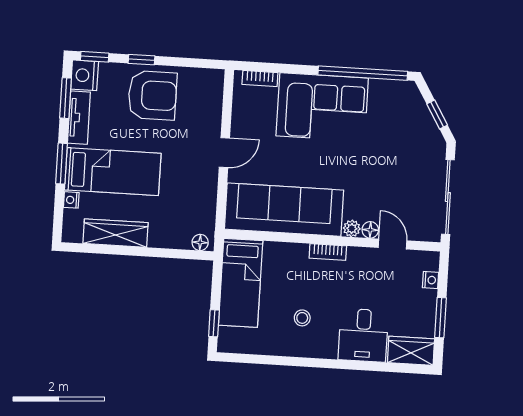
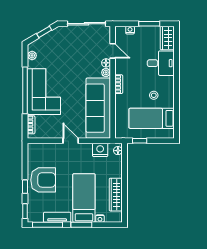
window: (363, 73) -> (25, 90), moved
nightstand: (85, 75) -> (100, 150), moved, turned 180
plant: (393, 88) -> (32, 55), added
armchair: (152, 95) -> (43, 180), turned 90
window: (66, 98) -> (47, 225), width x1.44
door: (393, 244) -> (113, 51), swing flipped
bed: (241, 283) -> (152, 118), moved, turned 180
window: (214, 323) -> (140, 141), moved

